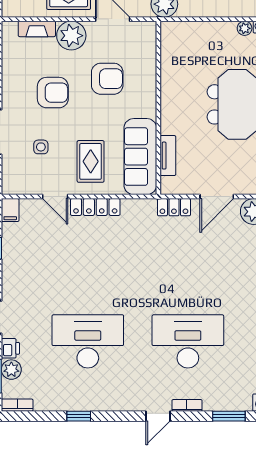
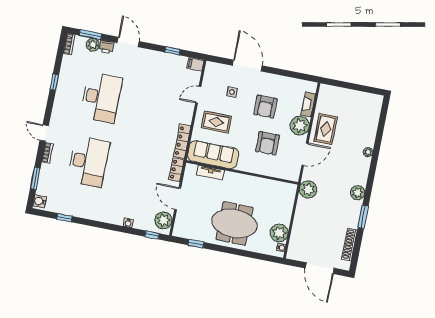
plant: (245, 28) -> (279, 233), width x1.88, depth x1.88
locker: (95, 207) -> (182, 141), moved

